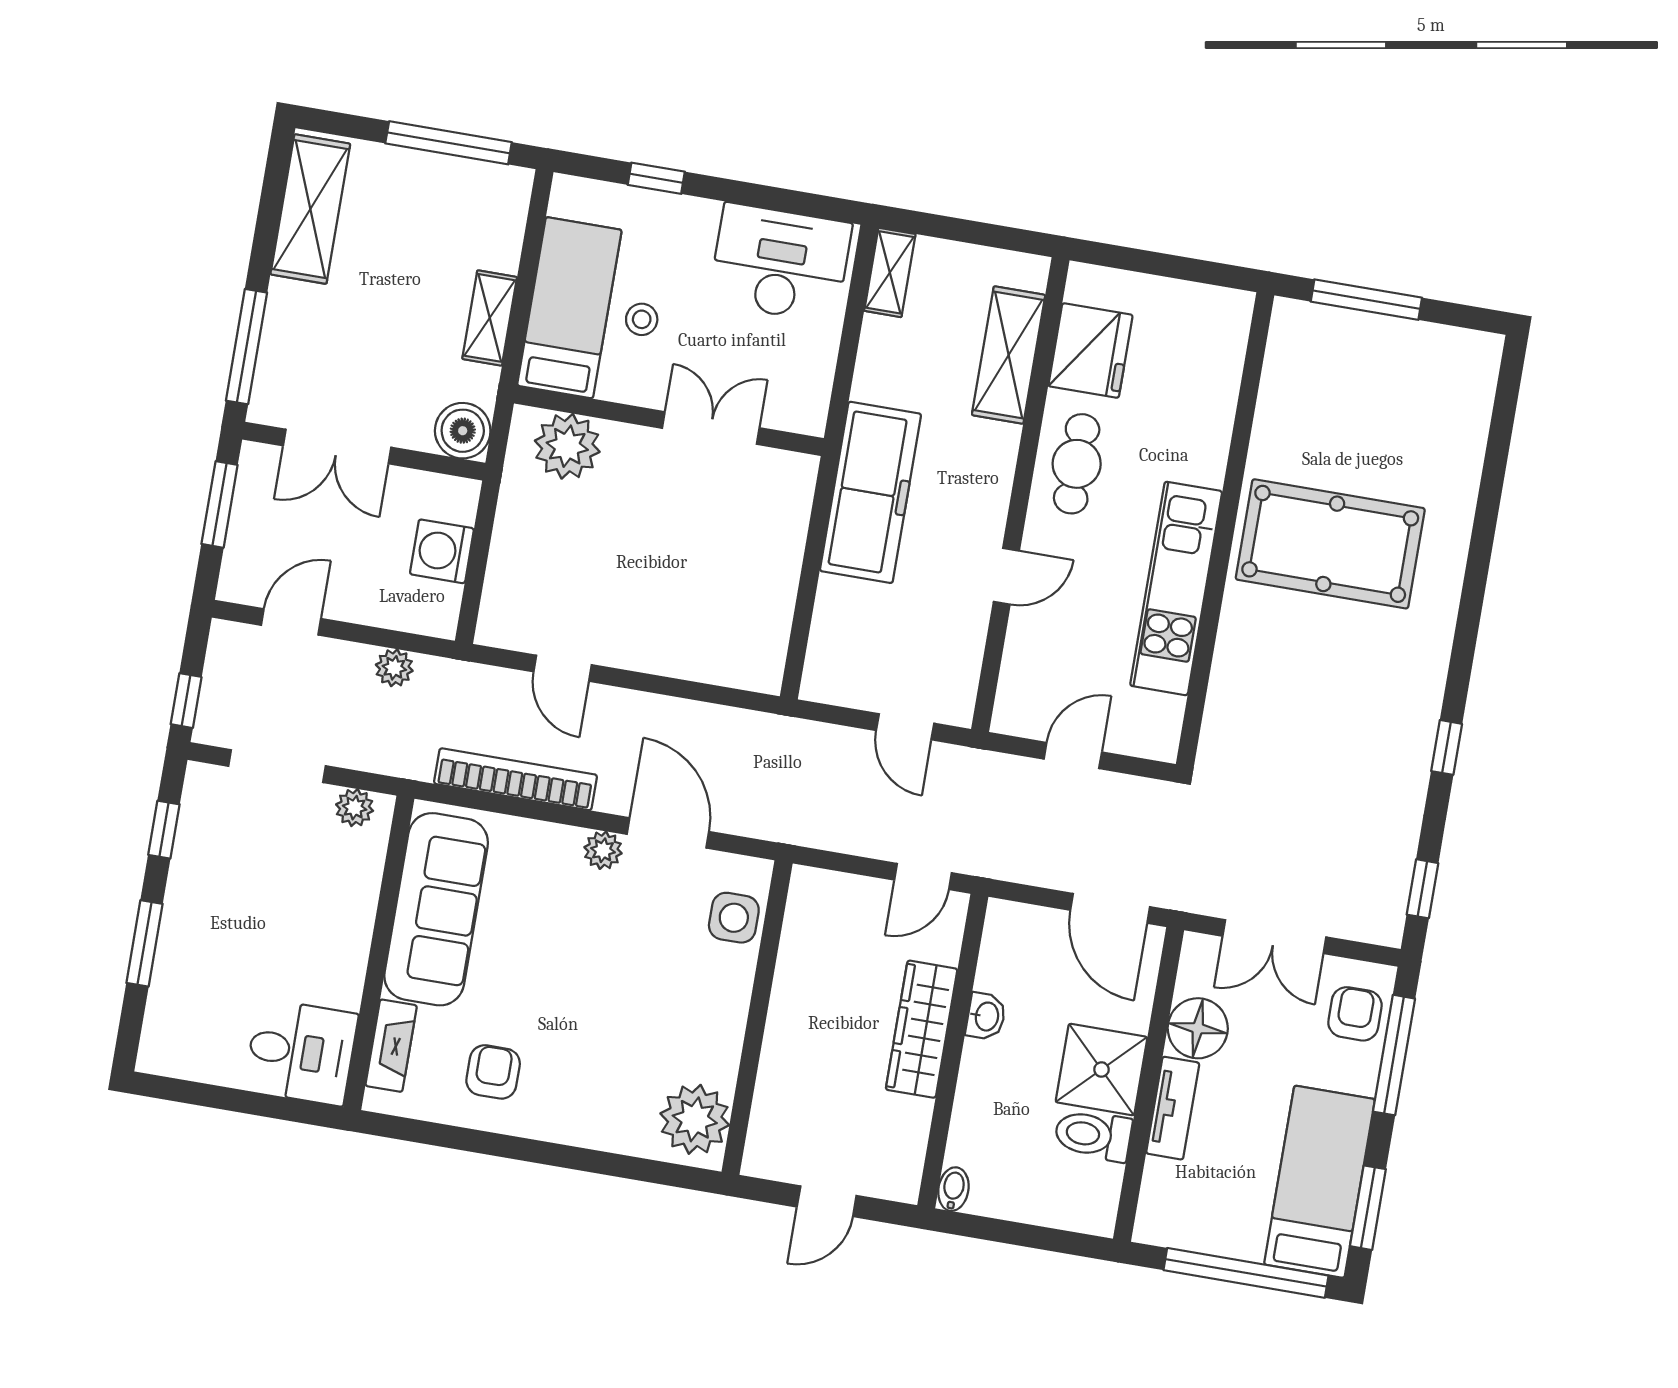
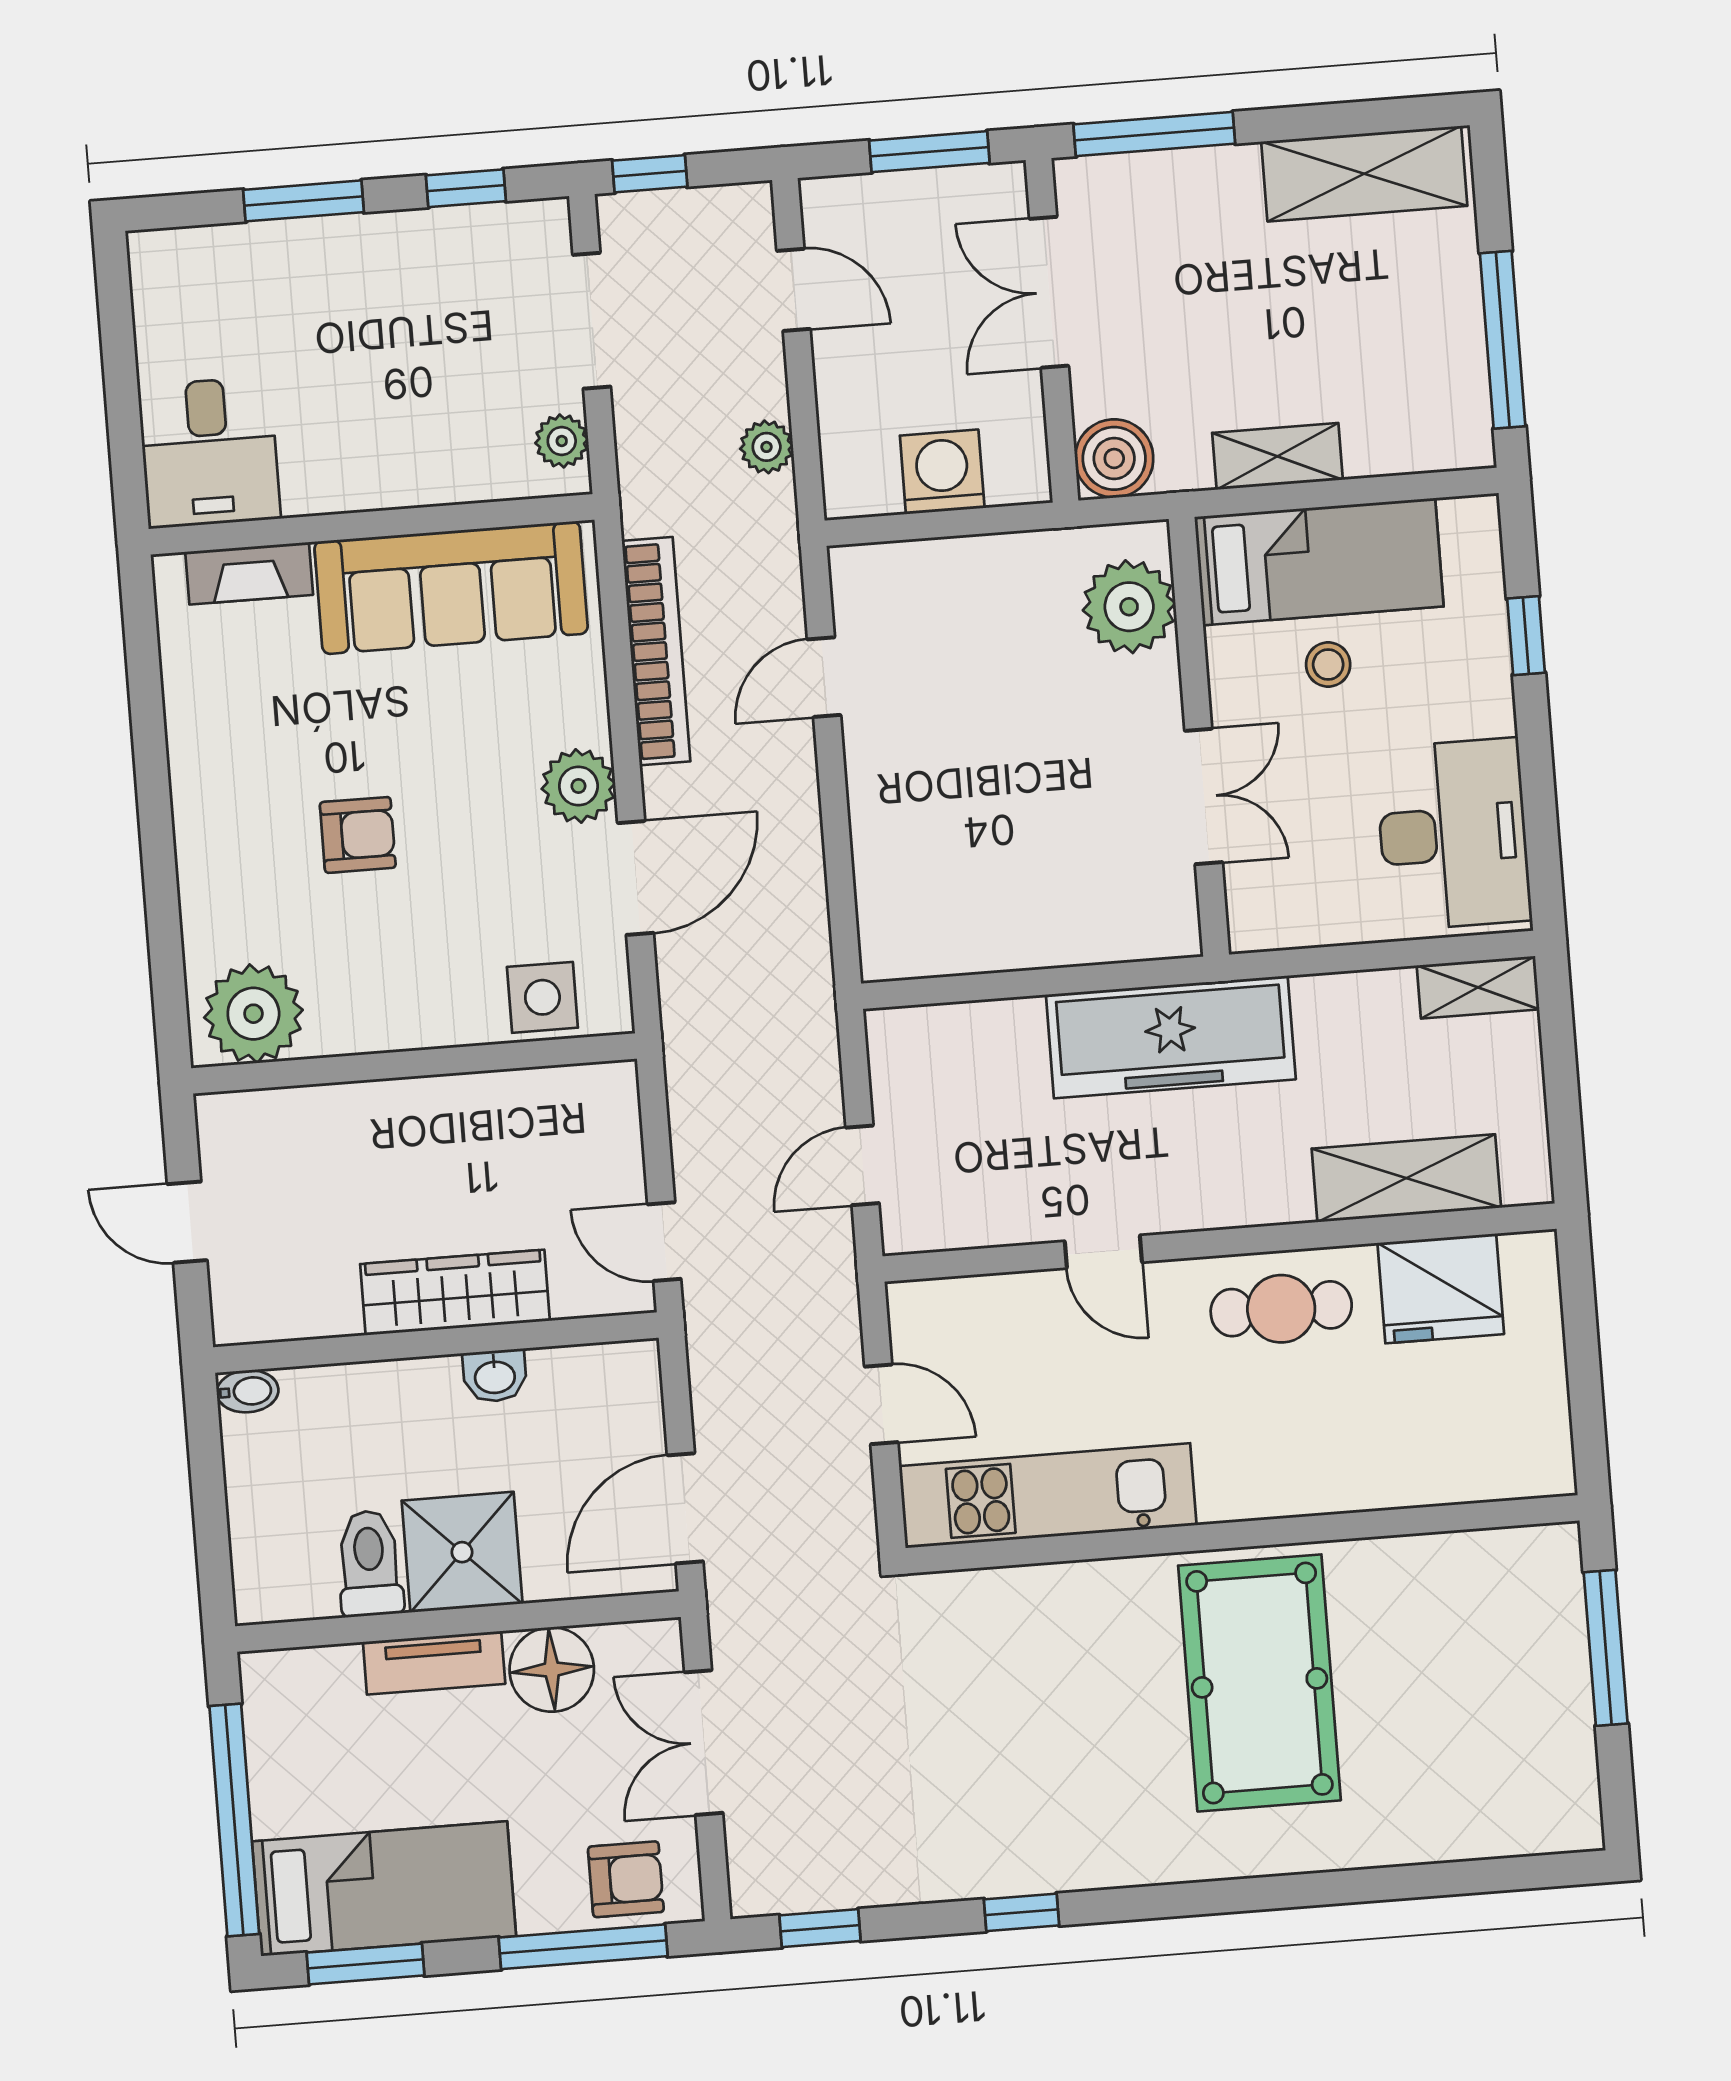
kitchen unit: (1176, 588) -> (1048, 1496), moved
plant: (603, 850) -> (578, 786), width x1.38, depth x1.38
armchair: (493, 1072) -> (358, 835), moved

